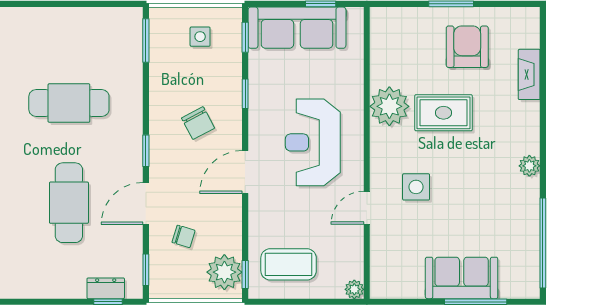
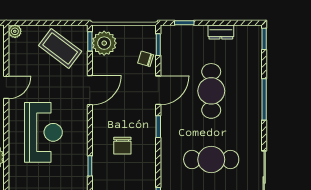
chair: (198, 123) -> (122, 146), turned -152
door: (245, 172) -> (90, 90), moved
chair: (184, 236) -> (146, 59), moved
coffee table: (289, 264) -> (60, 48), turned 37
dresser: (106, 288) -> (221, 32), moved

